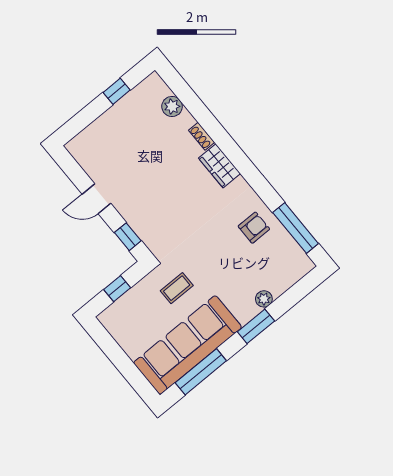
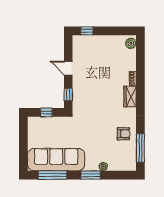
window: (117, 91) -> (87, 31), moved
plant: (172, 106) -> (131, 43), moved
coffee table: (177, 288) -> (71, 132), removed

